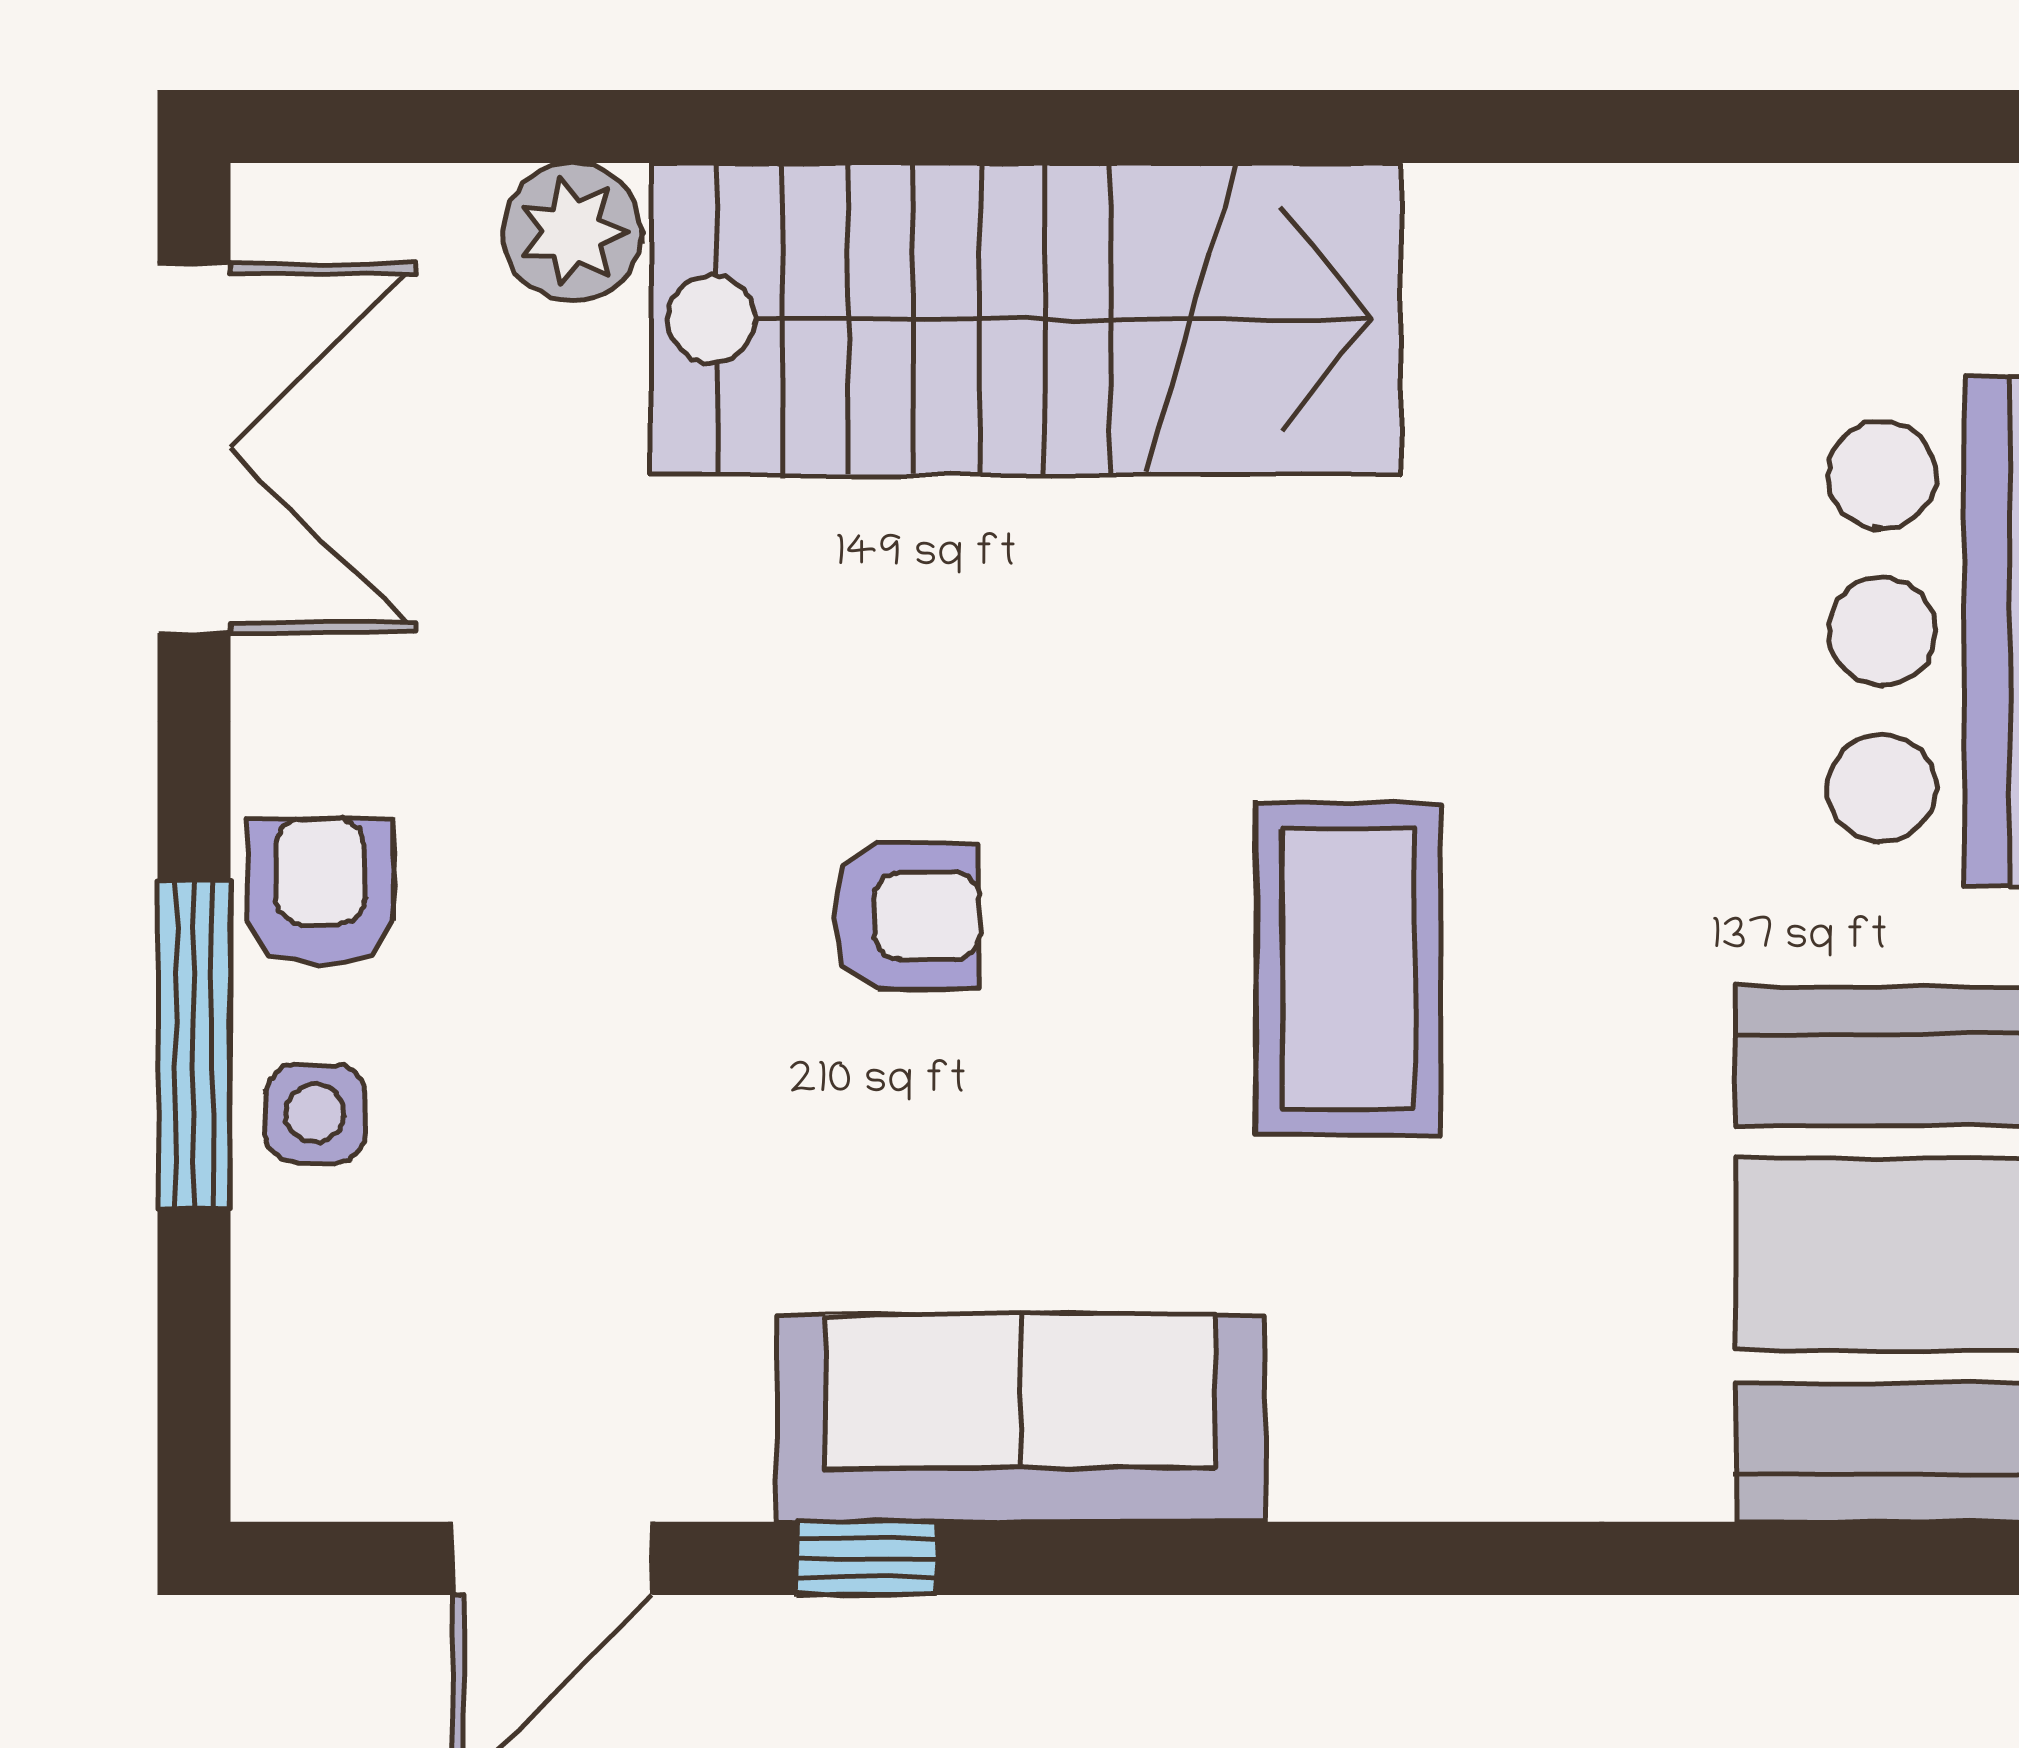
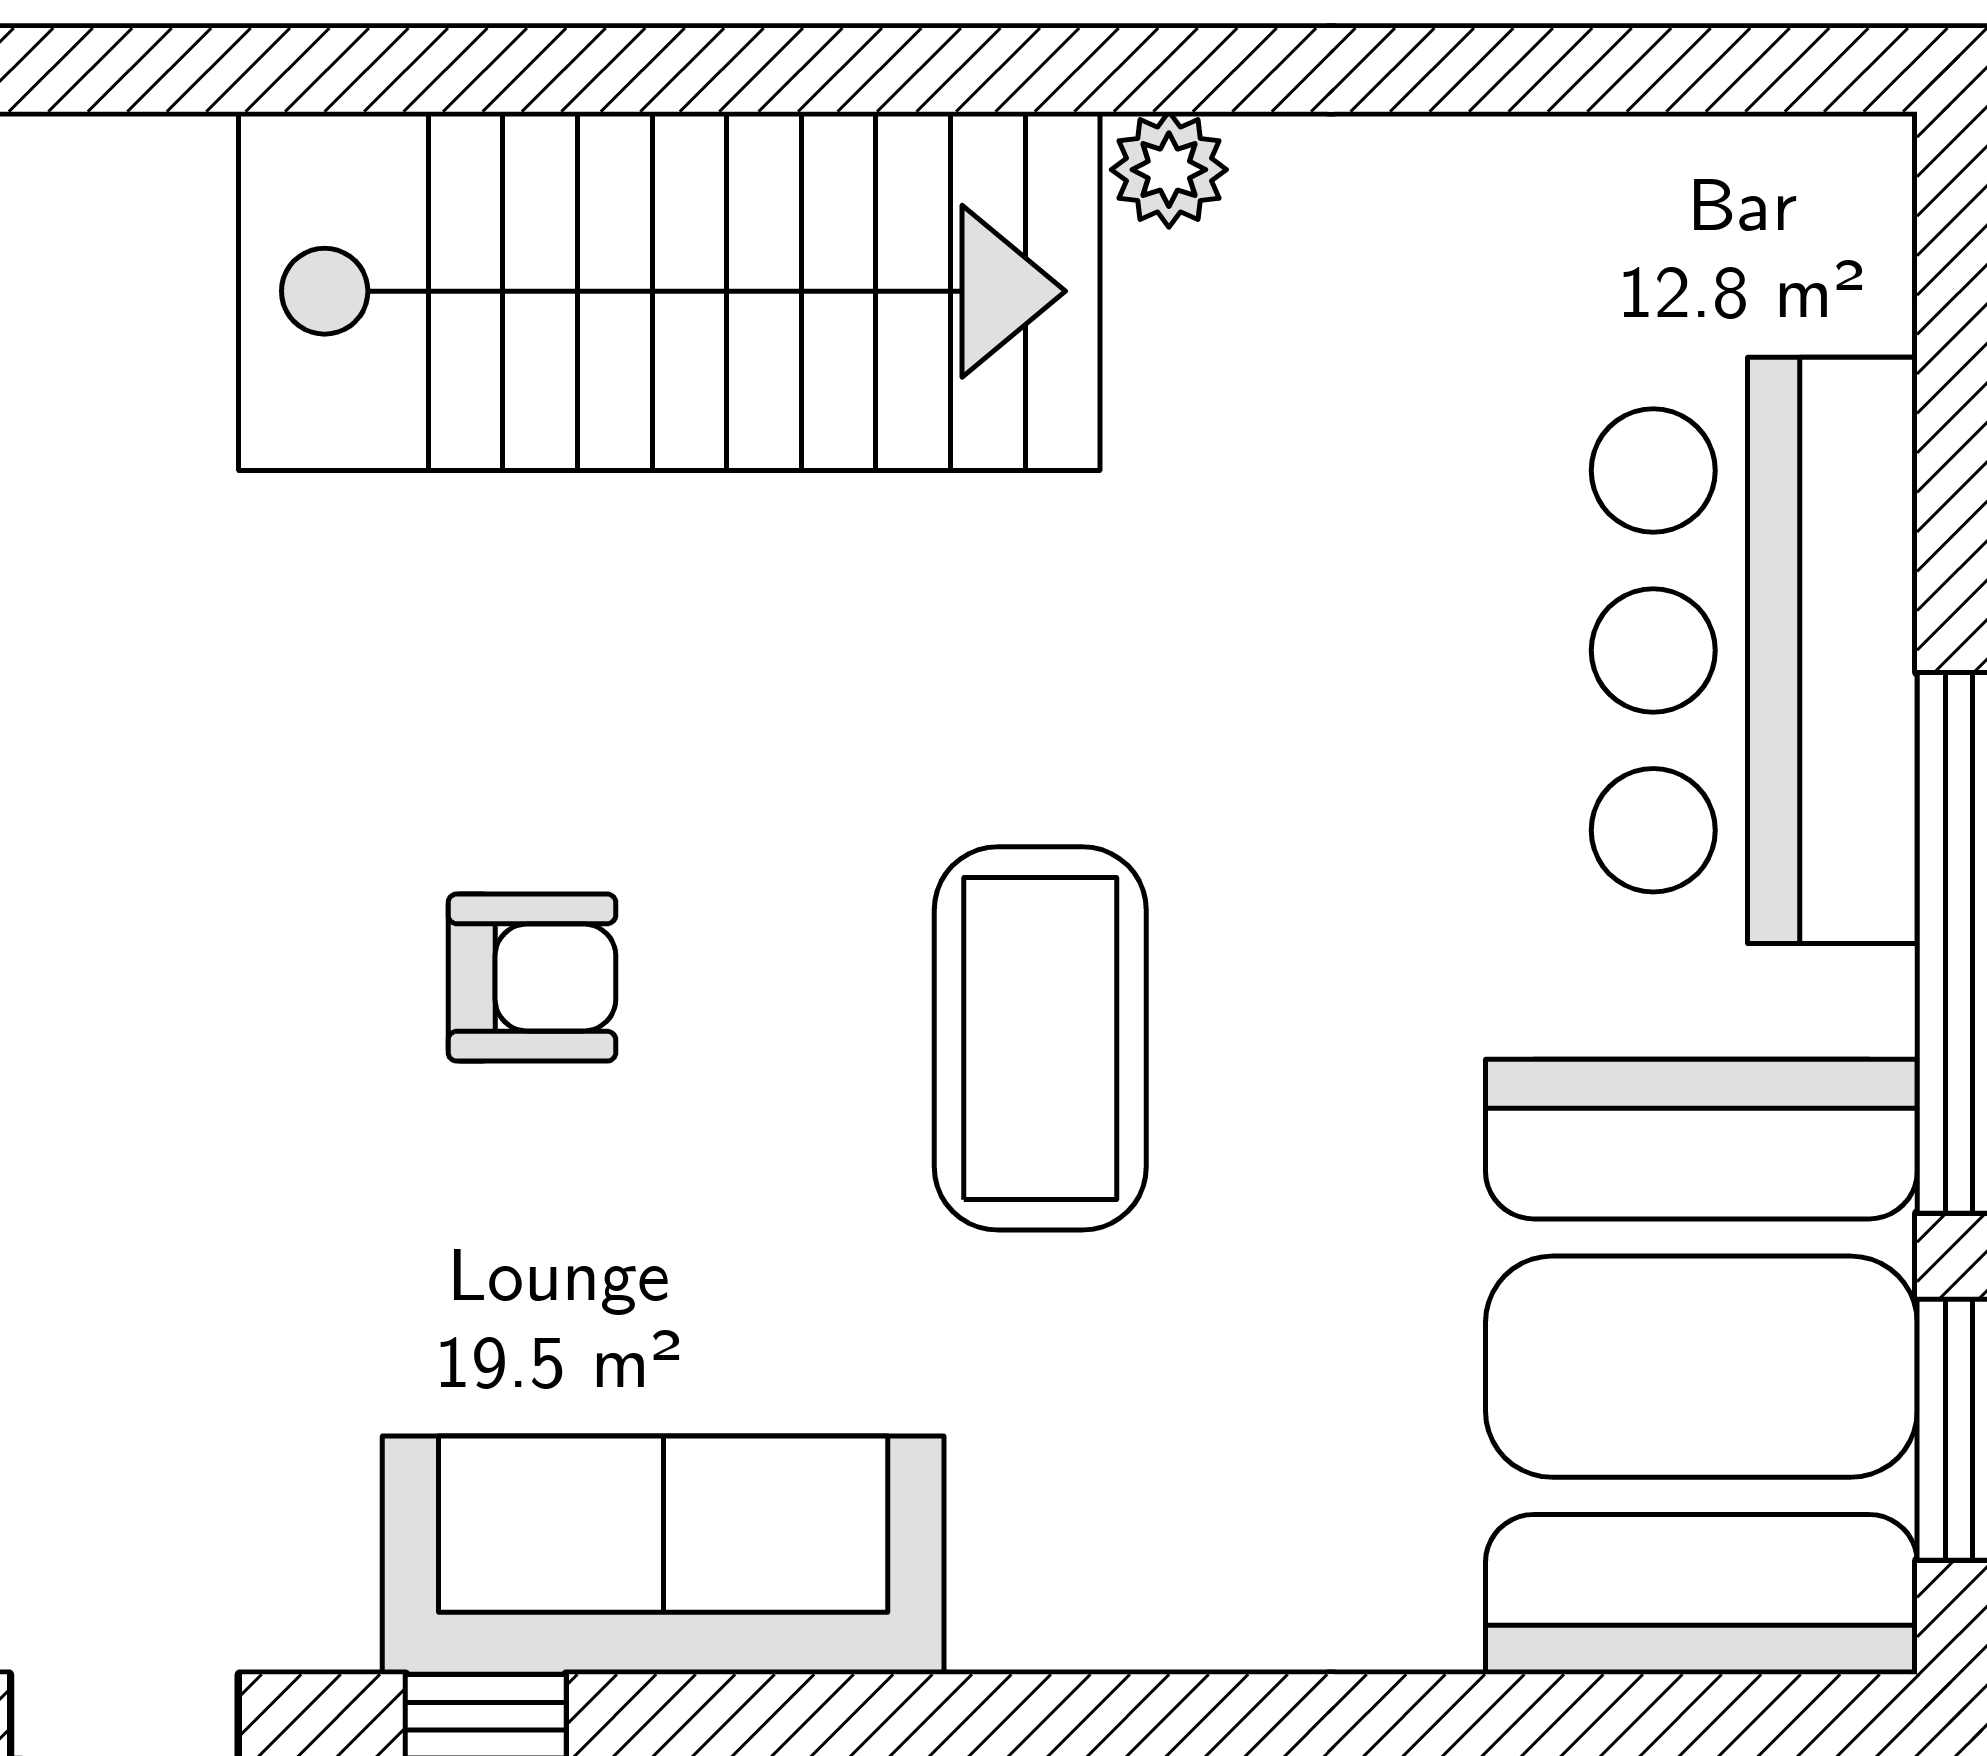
plant: (573, 232) -> (1169, 170), moved, width x0.73, depth x0.73

